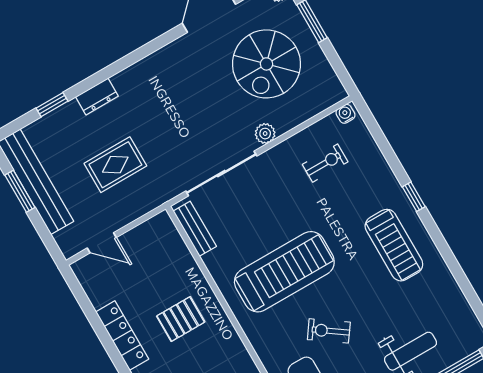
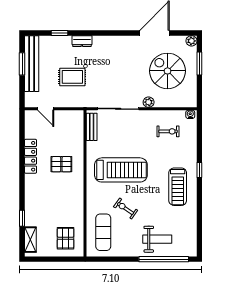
spiral stairs: (266, 64) -> (168, 71), turned 90

